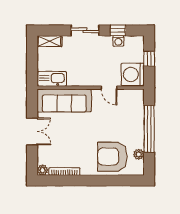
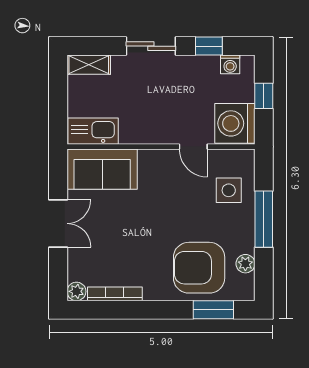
washing machine: (118, 41) -> (230, 64), moved
sofa: (64, 100) -> (102, 169), width x0.73
side table: (129, 113) -> (229, 190), added
window: (149, 129) -> (264, 219), width x0.68
window: (120, 180) -> (213, 310), added

